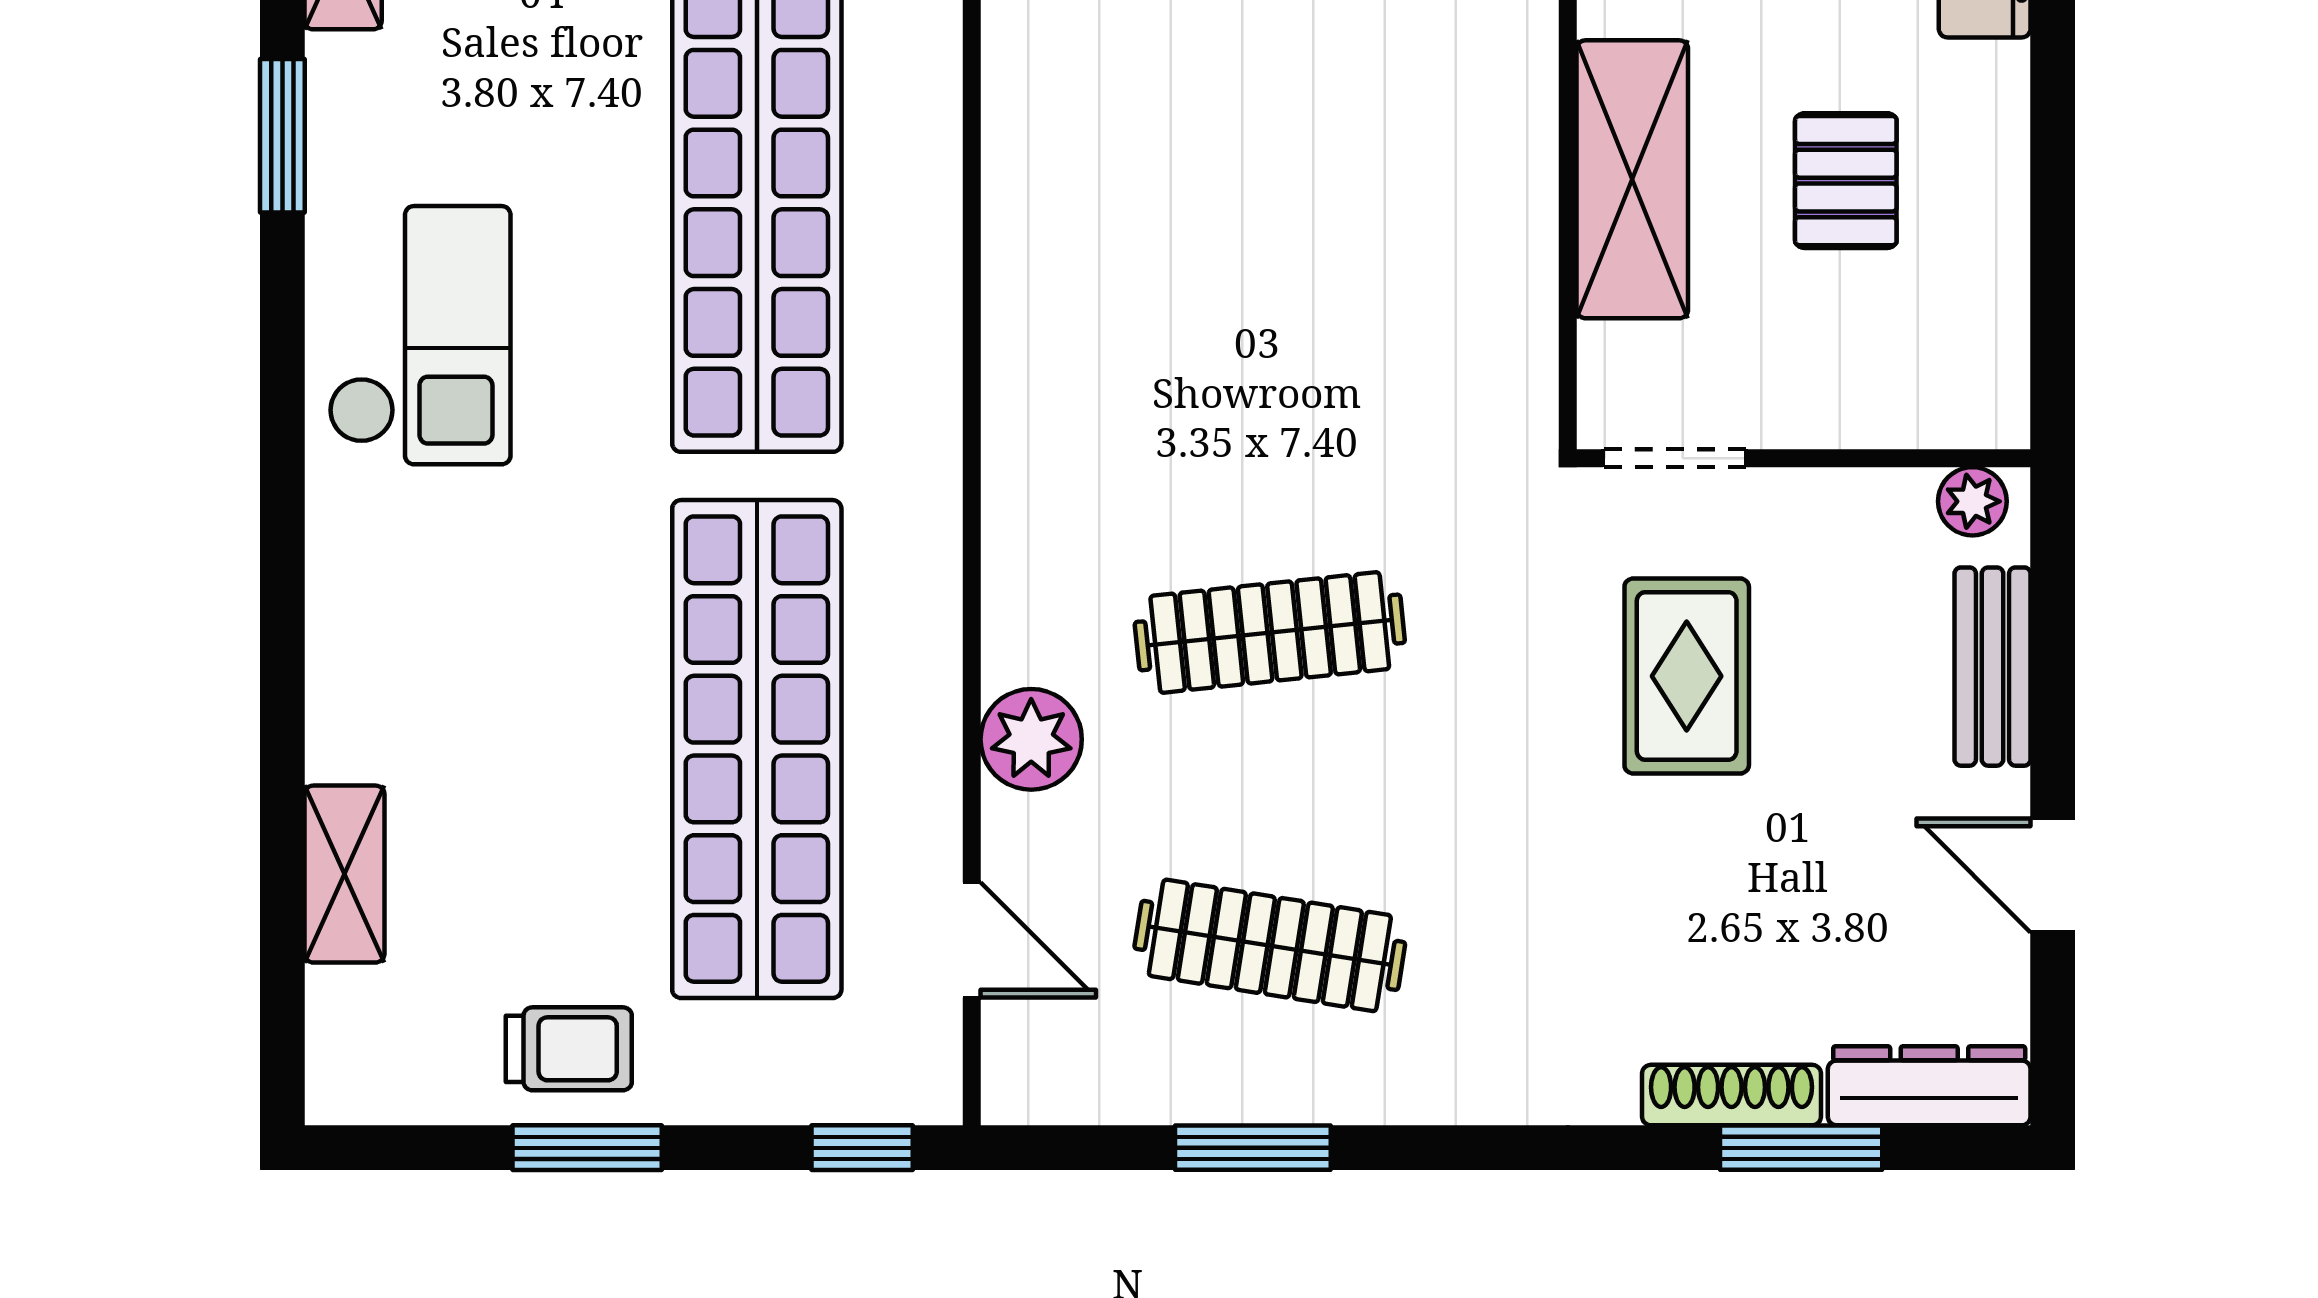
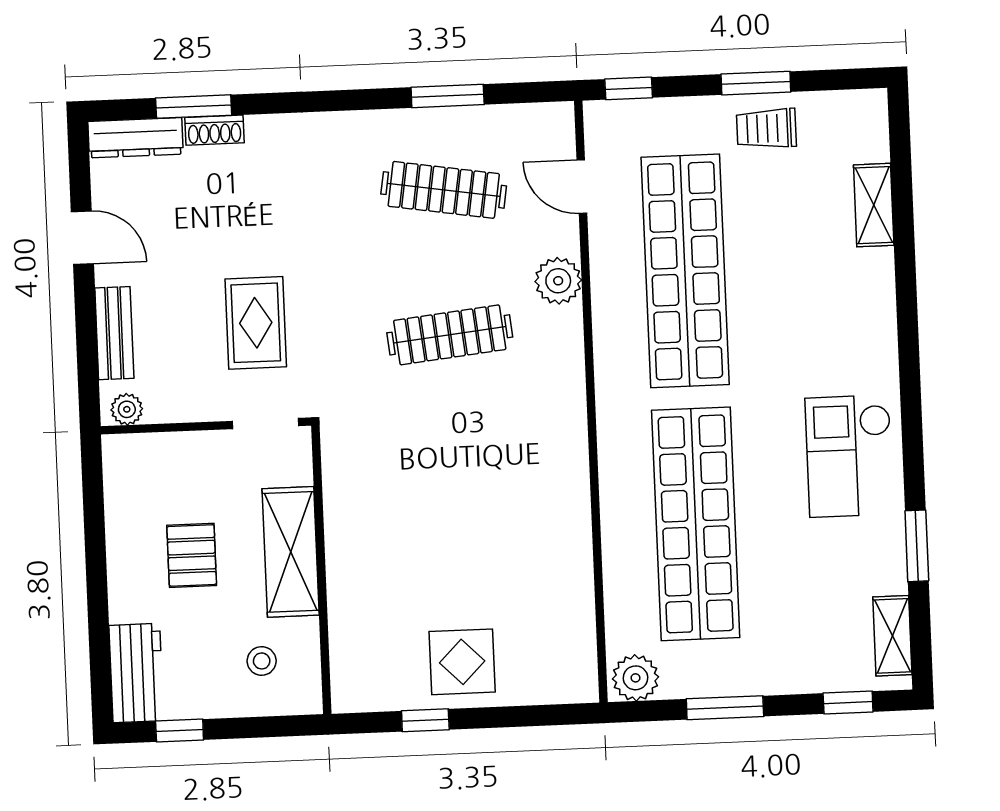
shoe rack: (1732, 1095) -> (214, 130), width x0.70

